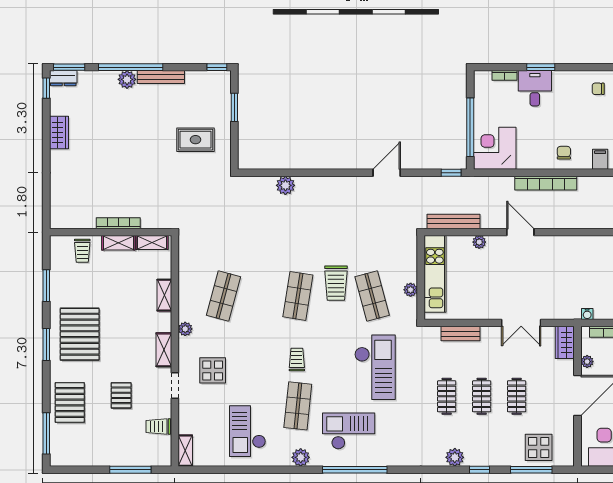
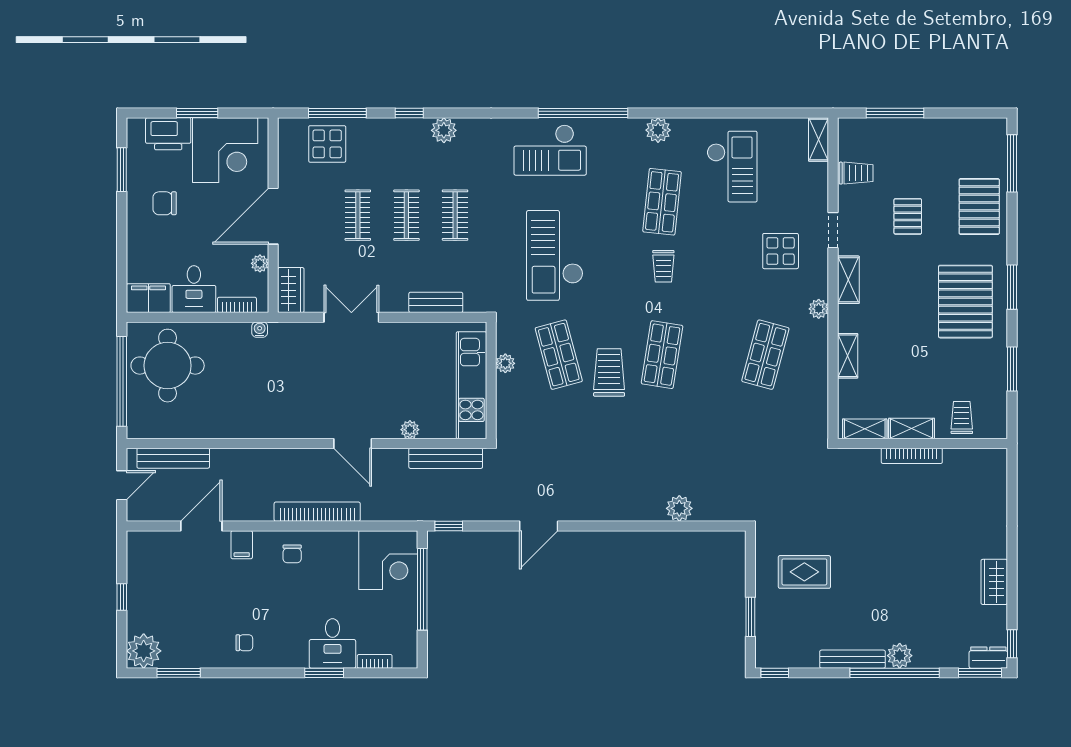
checkout: (349, 431) -> (550, 150), moved

